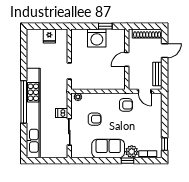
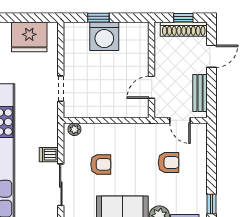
window: (105, 26) -> (98, 18), moved
window: (147, 26) -> (183, 18), added
fridge: (49, 36) -> (29, 37), width x1.88, depth x1.34
door: (127, 59) -> (152, 87), moved
armchair: (126, 105) -> (169, 163), moved

